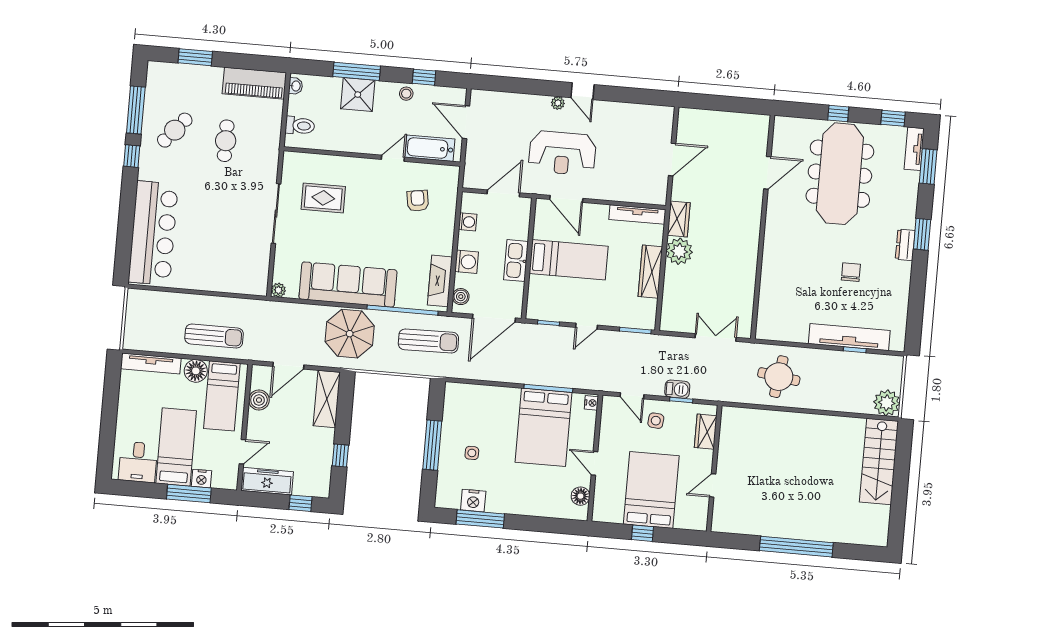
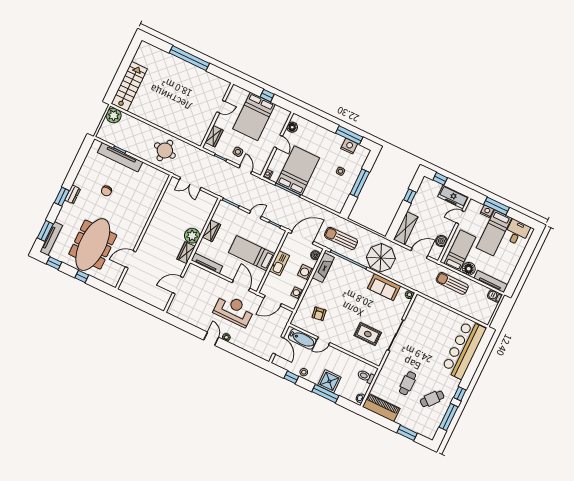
tv unit: (914, 149) -> (51, 239), width x1.41
wardrobe: (650, 272) -> (211, 231), width x0.67
sofa: (348, 285) -> (384, 287), width x0.54, depth x0.79
barbecue: (677, 389) -> (495, 296), moved

